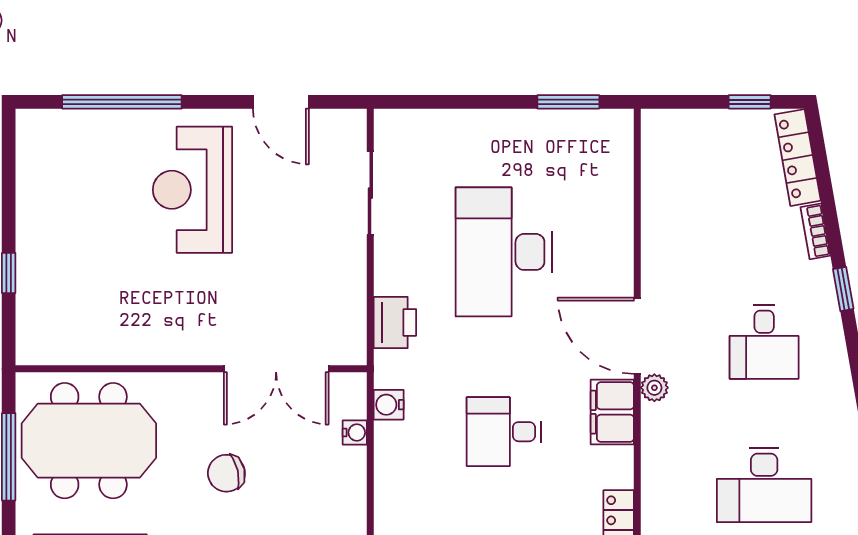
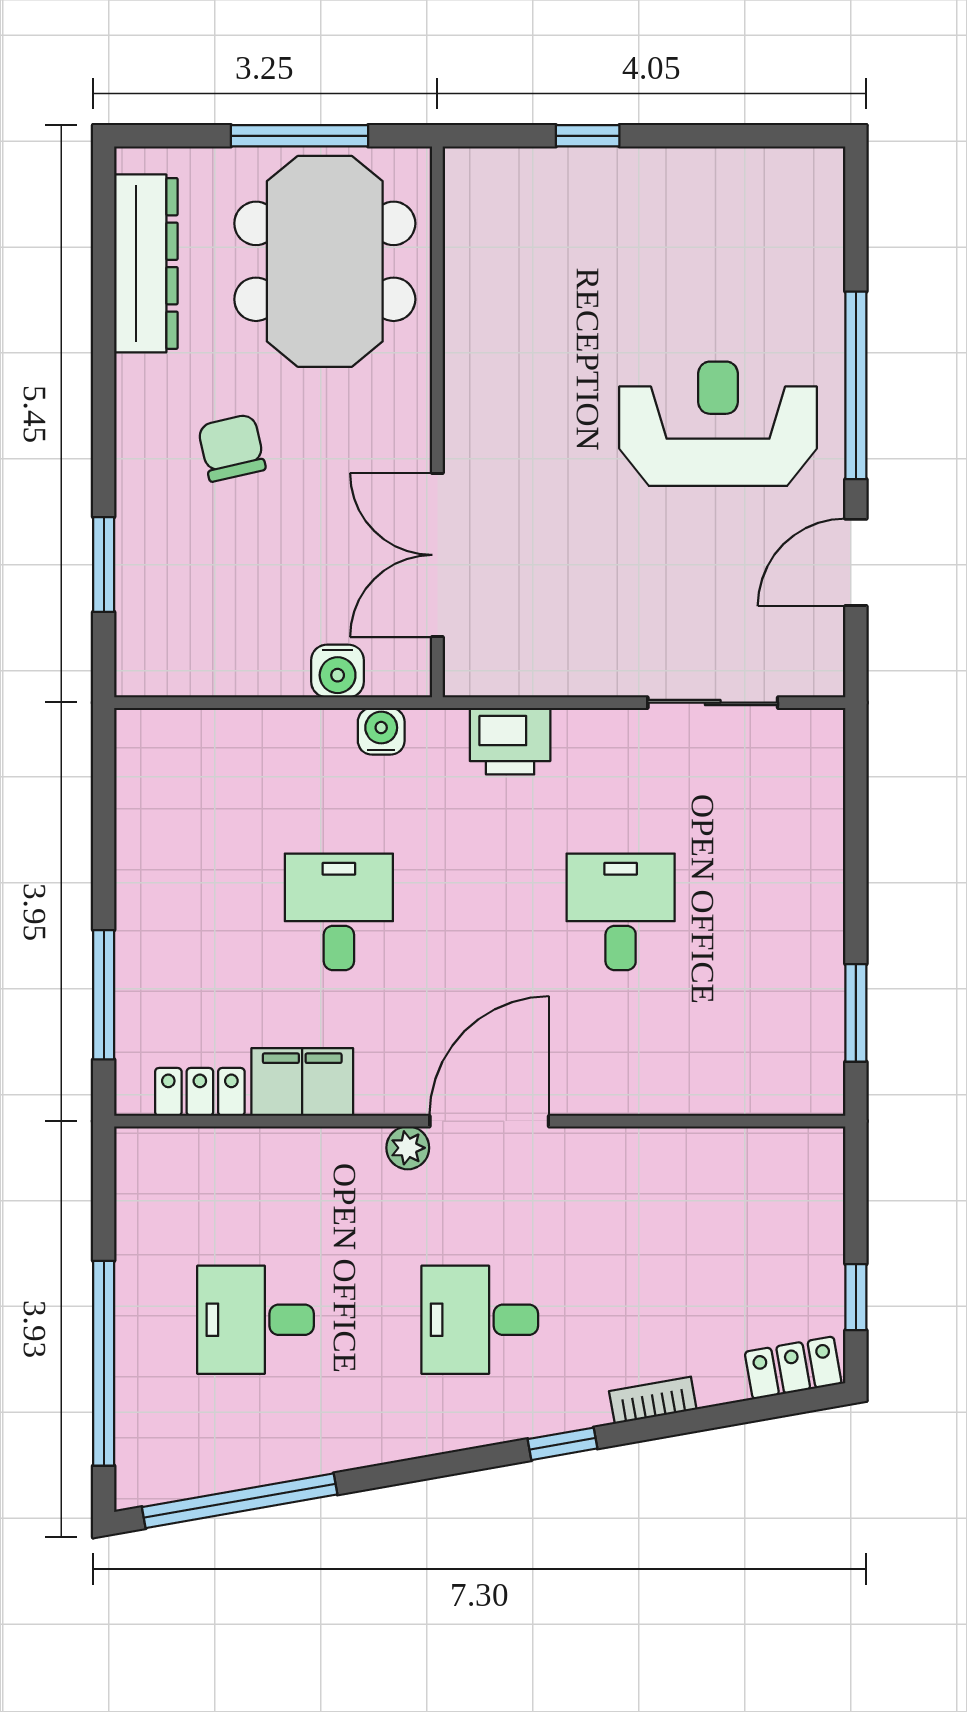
window: (122, 102) -> (856, 385), moved
locker: (798, 158) -> (793, 1368), width x0.66
desk: (504, 252) -> (621, 912), width x0.53, depth x0.77
filing cabinet: (612, 412) -> (302, 1082), moved
water cooler: (355, 433) -> (338, 671), width x1.38, depth x1.38
chair: (226, 473) -> (232, 448), moved
desk: (764, 485) -> (255, 1320), width x0.73

